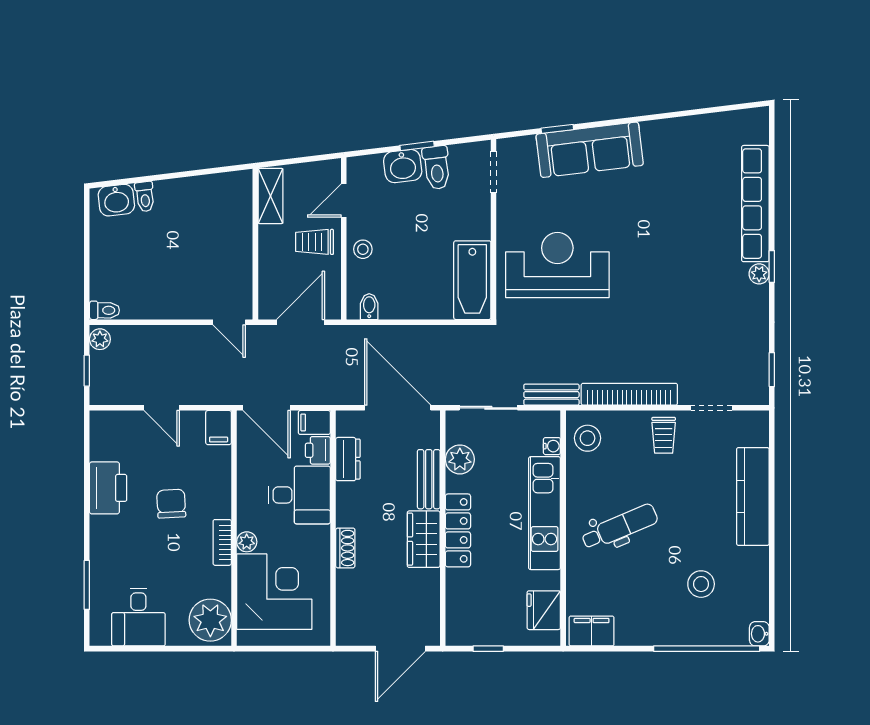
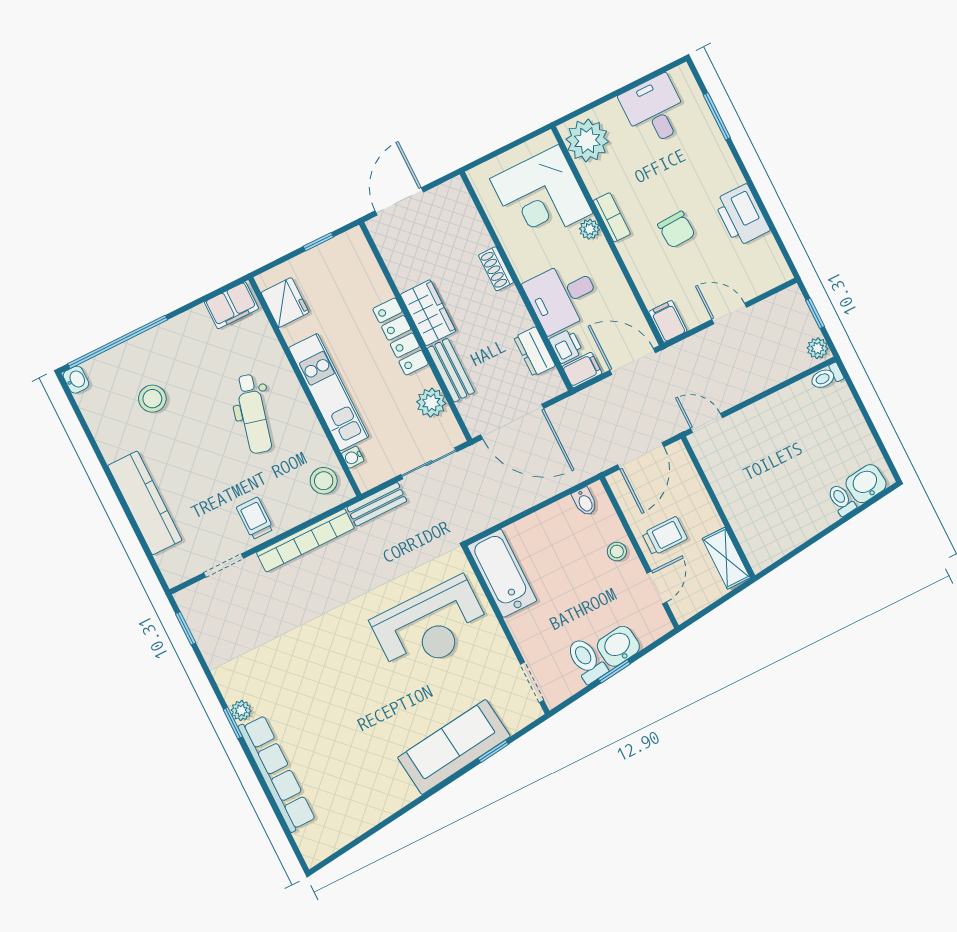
dental chair: (620, 527) -> (253, 414), turned -53

